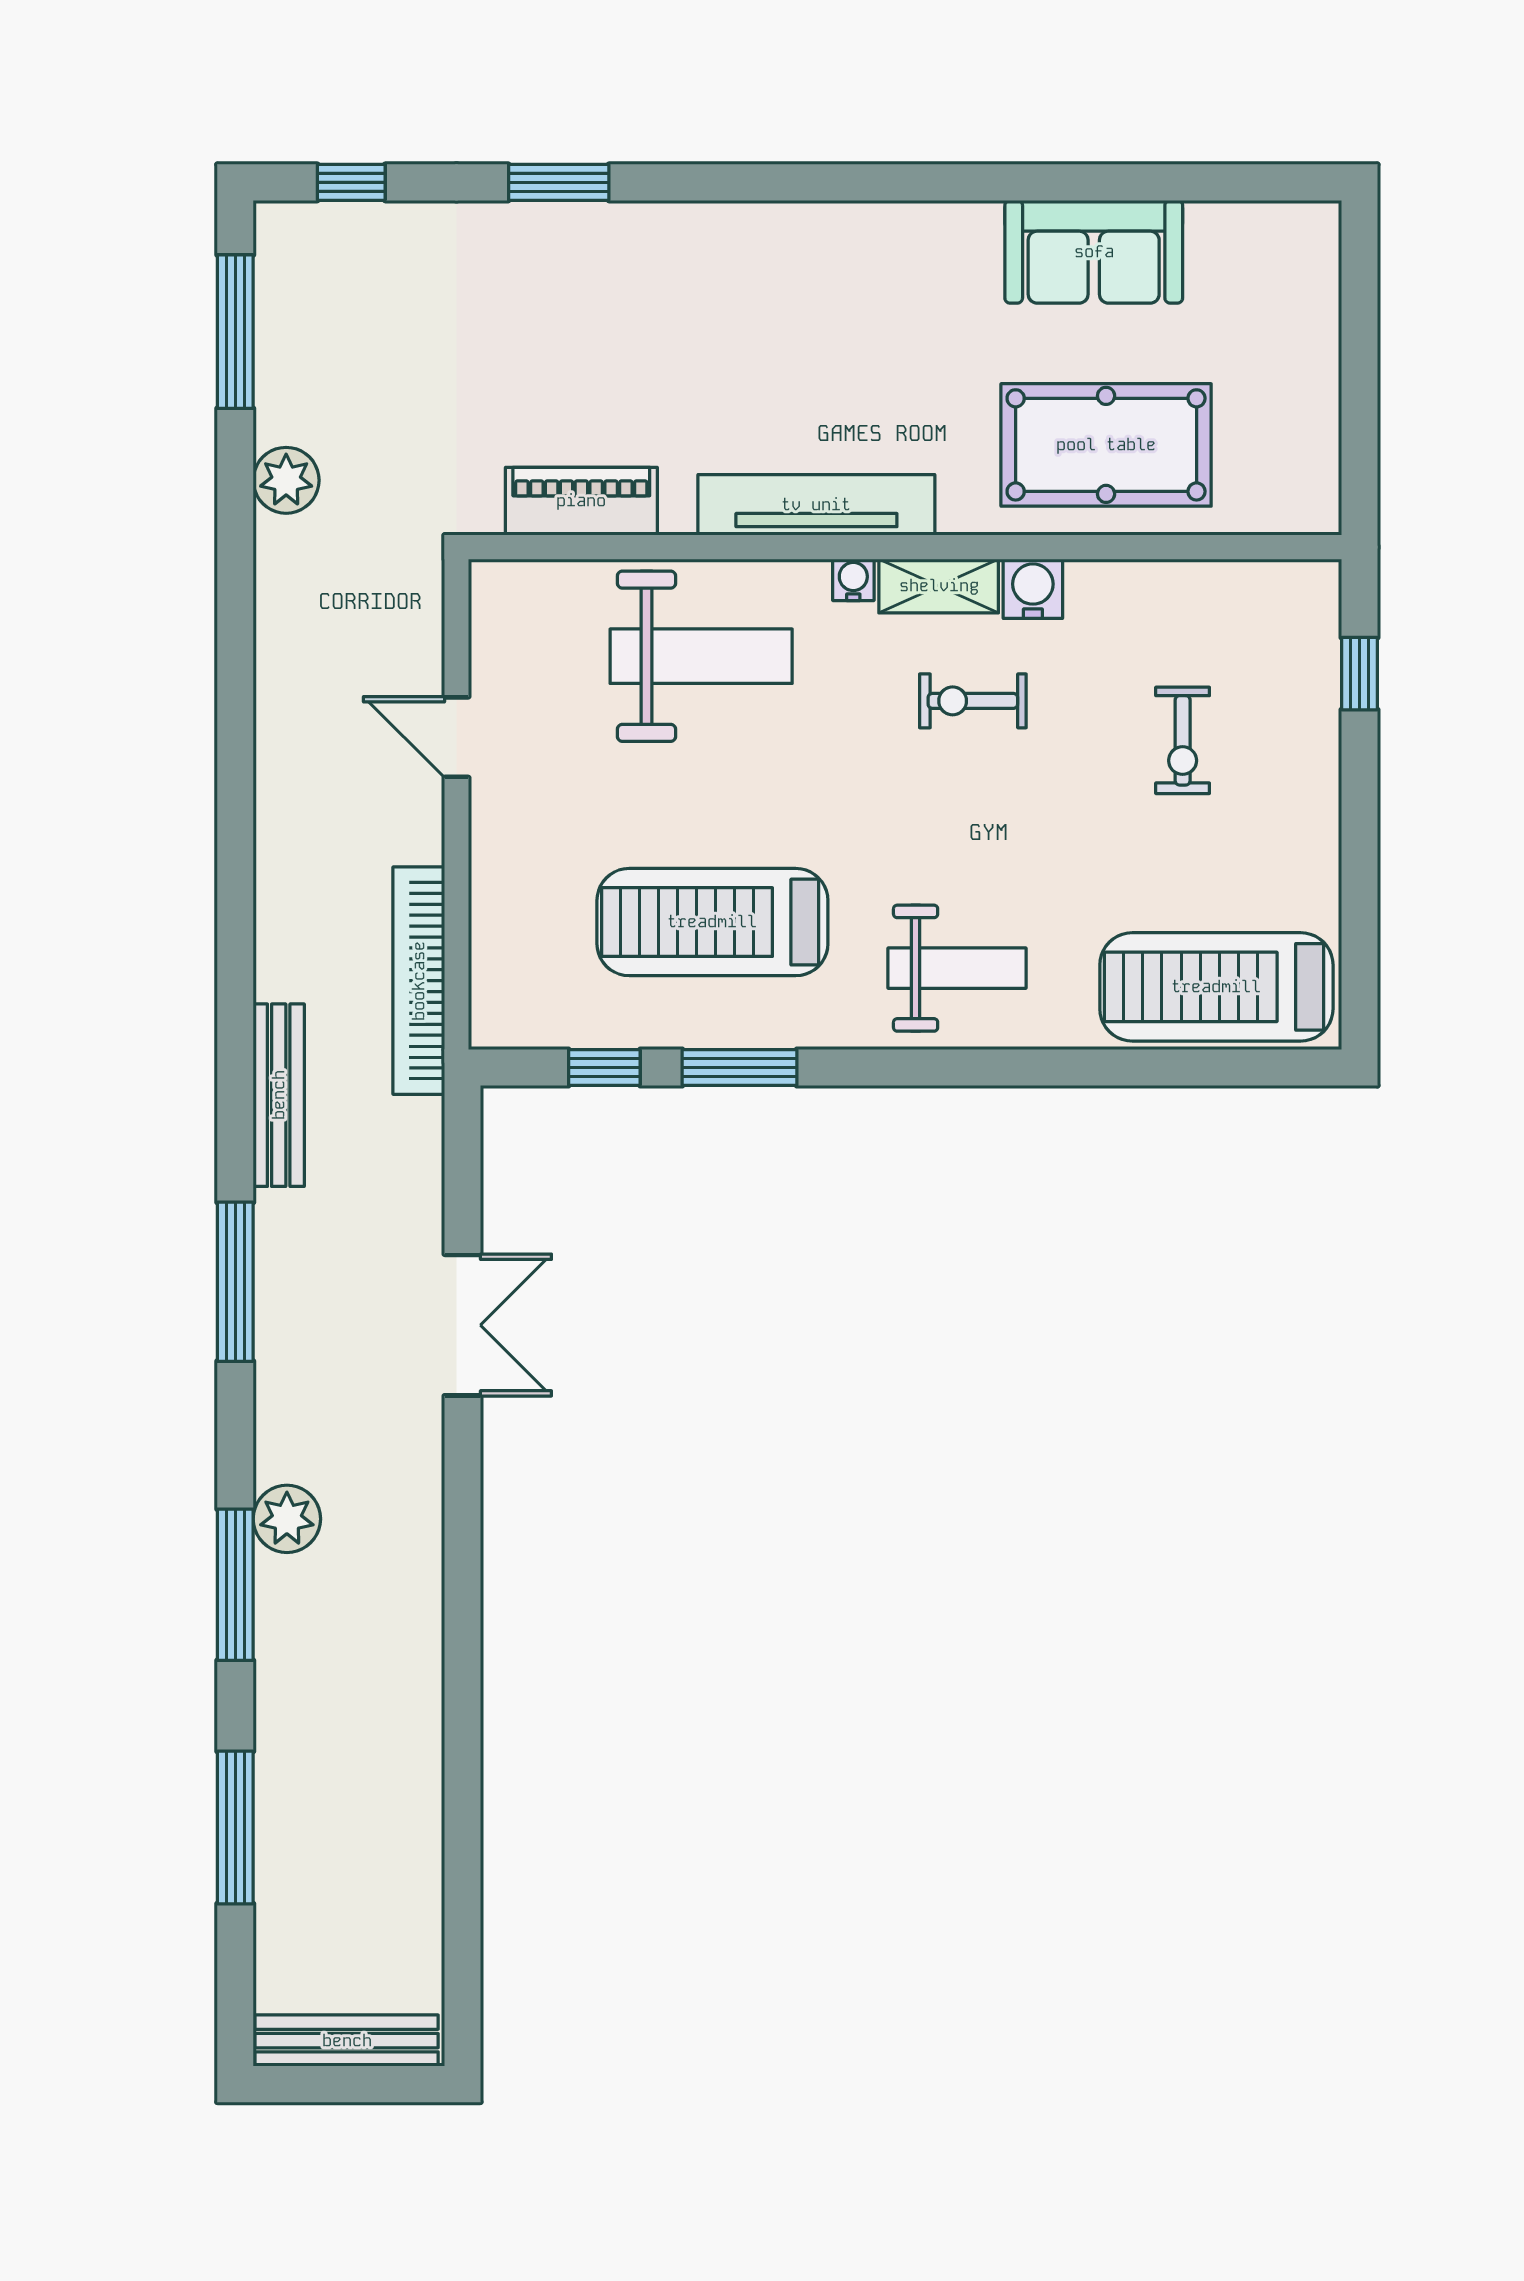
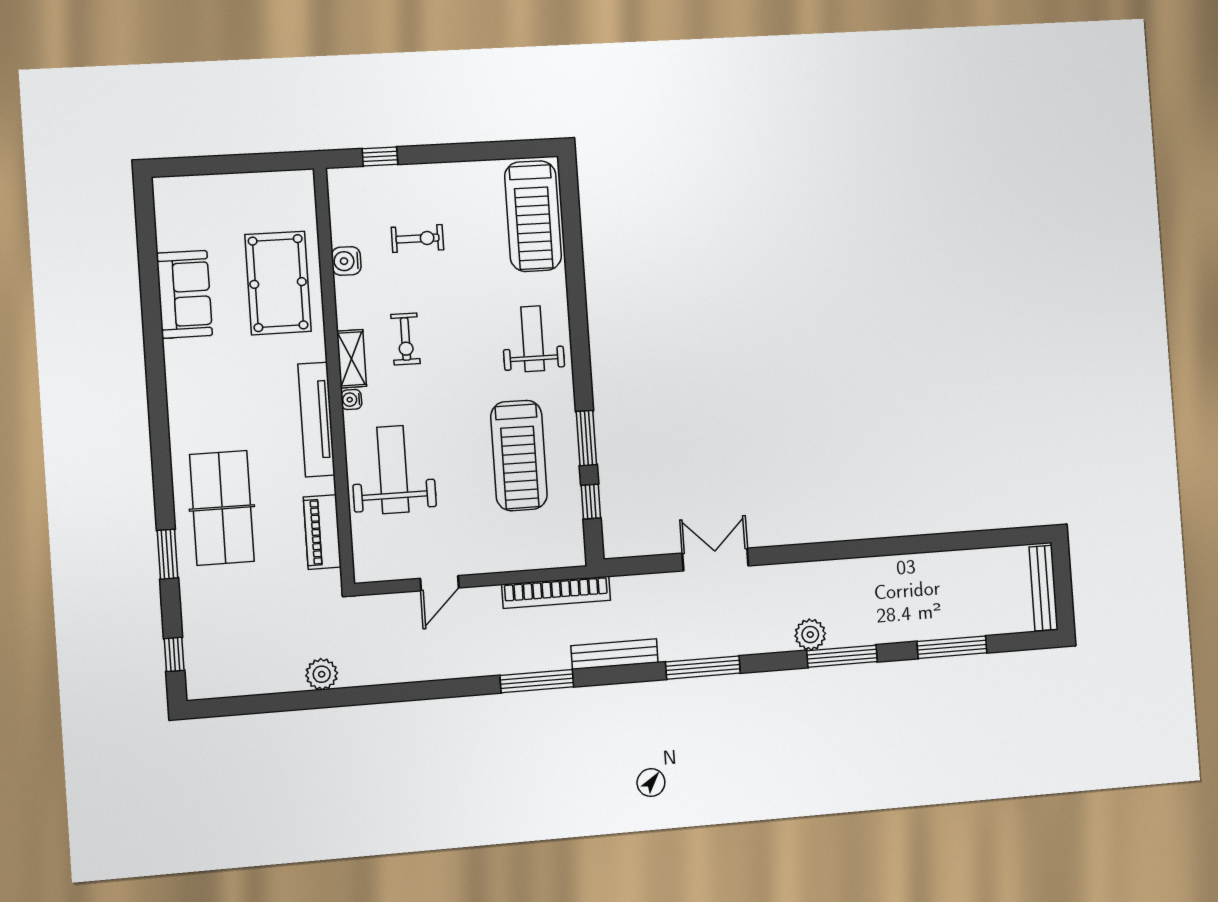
table tennis table: (646, 299) -> (222, 508), added
window: (235, 332) -> (537, 681), moved
water cooler: (1033, 589) -> (346, 261), moved

